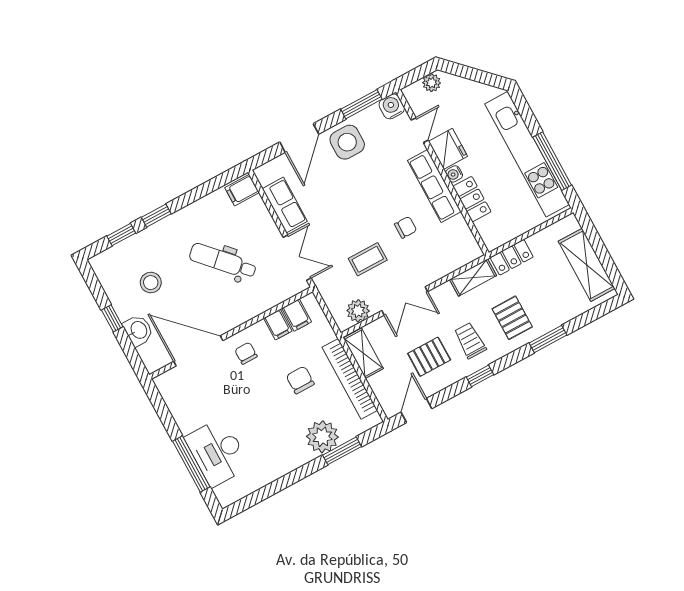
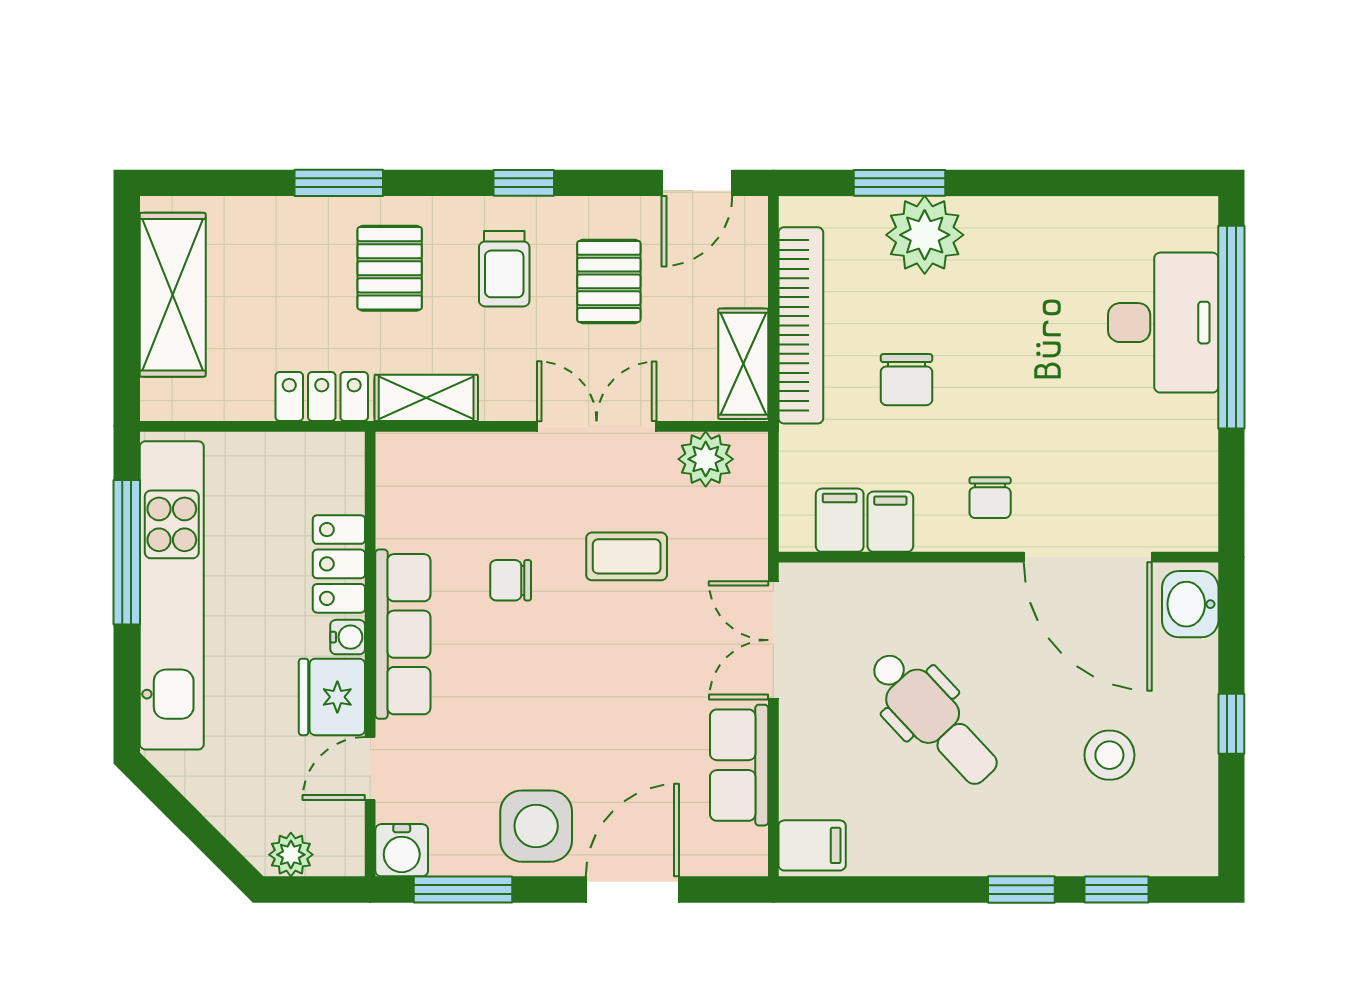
washbasin: (138, 330) -> (1190, 604), moved
pallet: (429, 357) -> (609, 281), turned 90
window: (191, 464) -> (1231, 327), width x1.46

